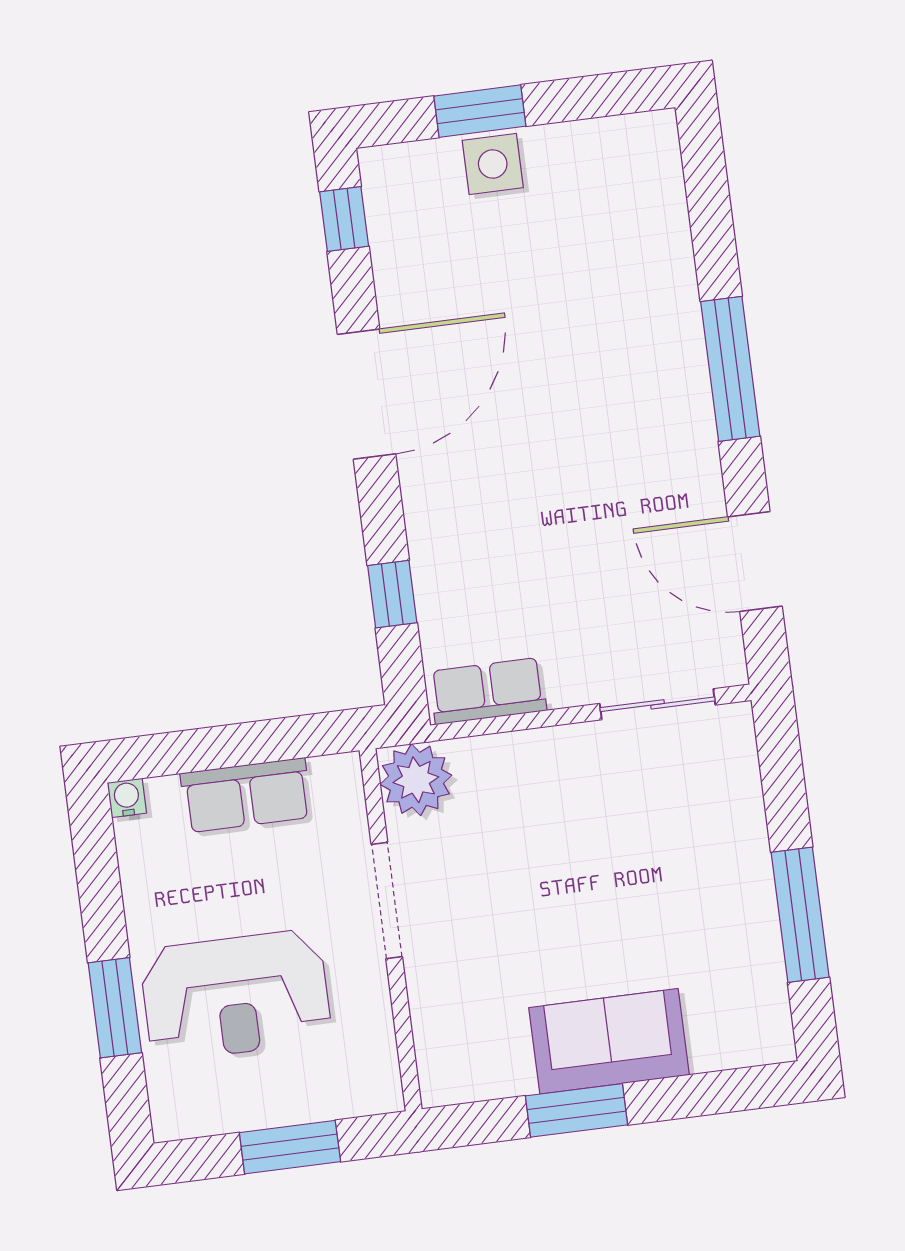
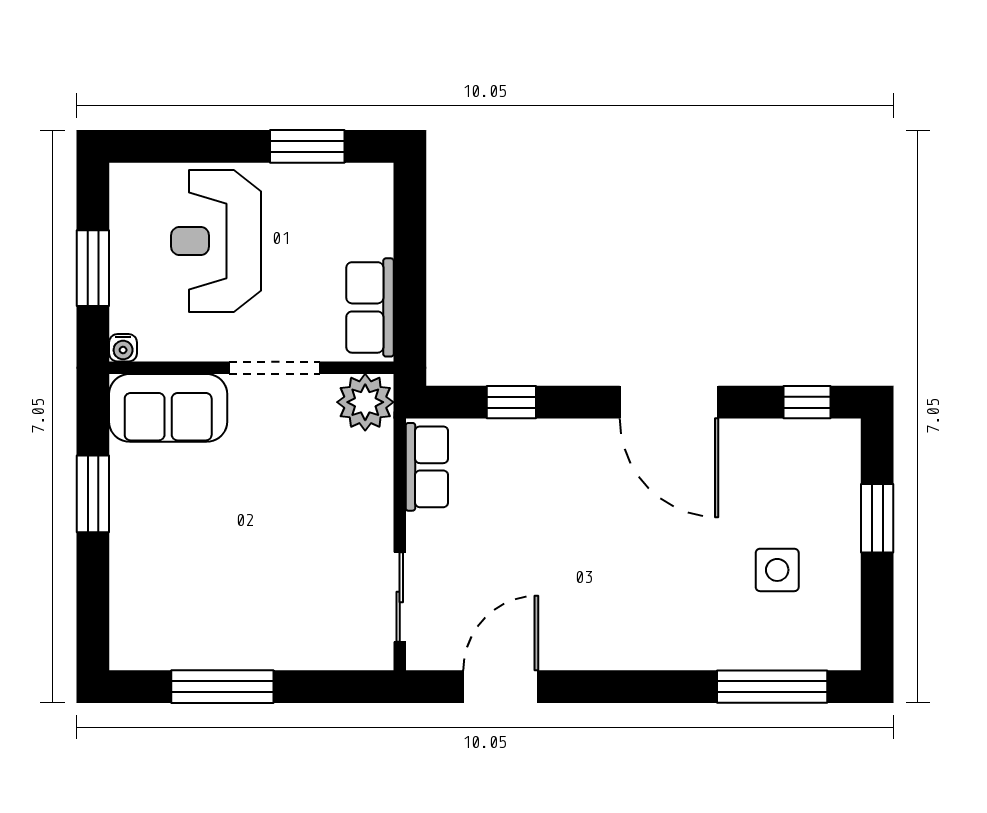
side table: (493, 164) -> (777, 570), moved
window: (730, 369) -> (772, 687), moved
row of seats: (246, 795) -> (370, 307), moved
water cooler: (127, 798) -> (123, 348), moved, turned 90
window: (115, 1008) -> (307, 146), moved
sofa: (609, 1041) -> (168, 408), moved, turned 90

